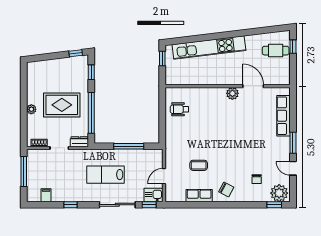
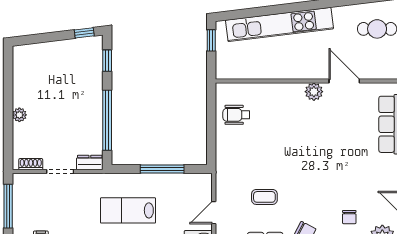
rug: (62, 105) -> (64, 108), removed

